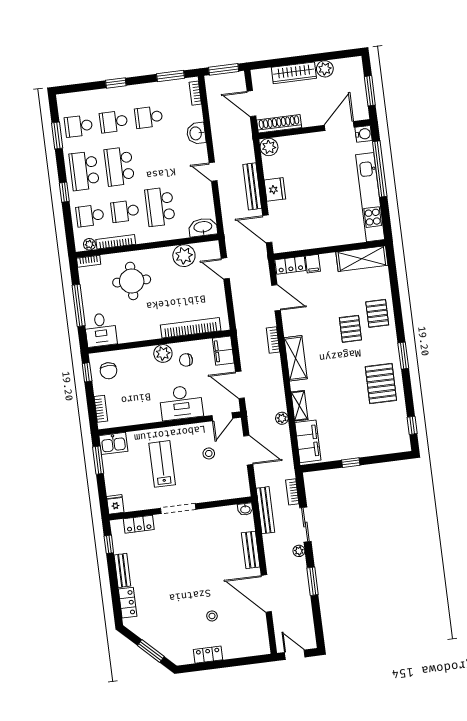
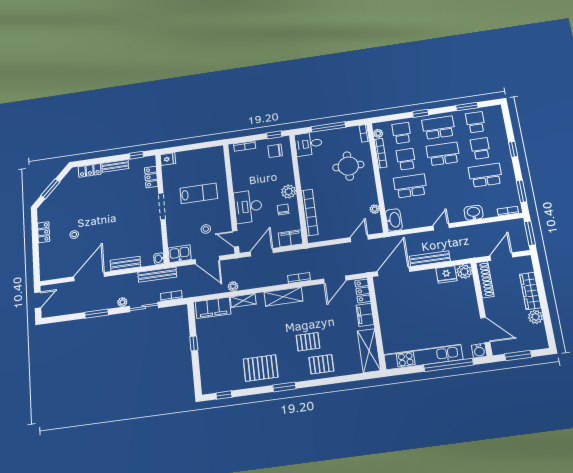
school desk: (149, 117) -> (485, 175), width x1.85
fridge: (275, 189) -> (446, 274), moved
door: (267, 229) -> (394, 272), width x1.36
plant: (184, 256) -> (375, 209), width x0.53, depth x0.53
filing cabinet: (313, 264) -> (365, 315), width x2.00
kitchen sink: (113, 443) -> (180, 254), moved, turned 90
door: (248, 450) -> (207, 260), hinge flipped
window: (98, 460) -> (204, 145), removed

